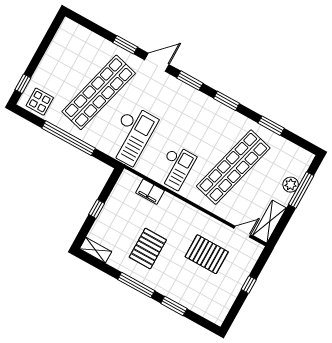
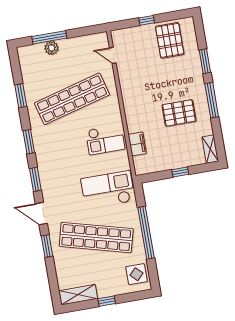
window: (23, 84) -> (107, 301), moved
checkout: (176, 167) -> (105, 140), turned 180
shop shelf: (233, 167) -> (72, 99), turned -30
shelving: (270, 222) -> (78, 295), moved
pallet: (207, 254) -> (170, 40), moved

